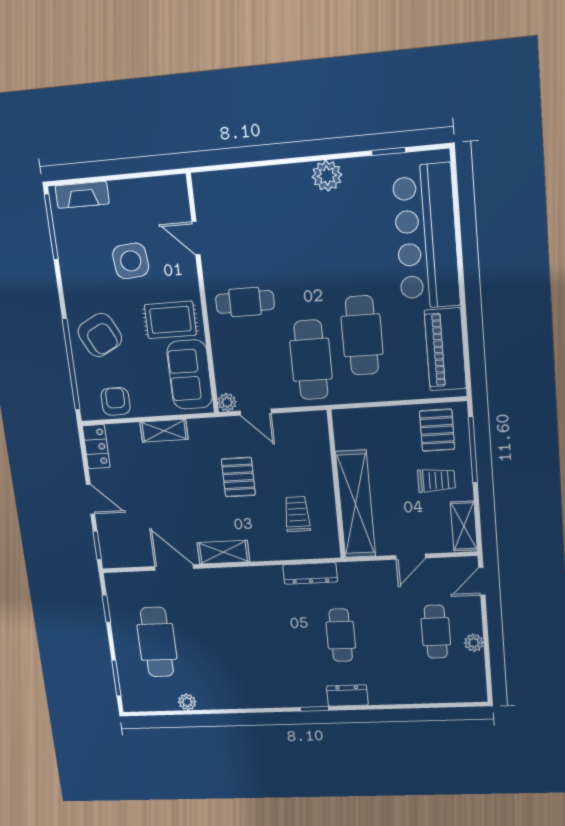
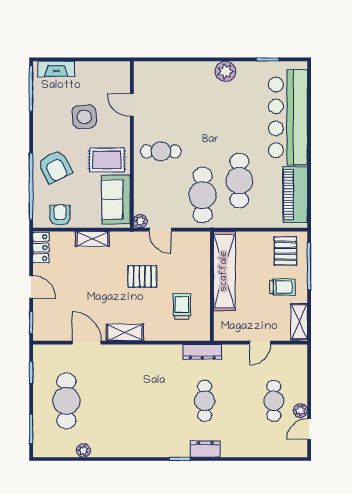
pallet: (238, 477) -> (142, 276), turned 90
shelving: (356, 504) -> (224, 271), moved
dresser: (310, 573) -> (202, 352), moved
door: (482, 581) -> (309, 429), moved

